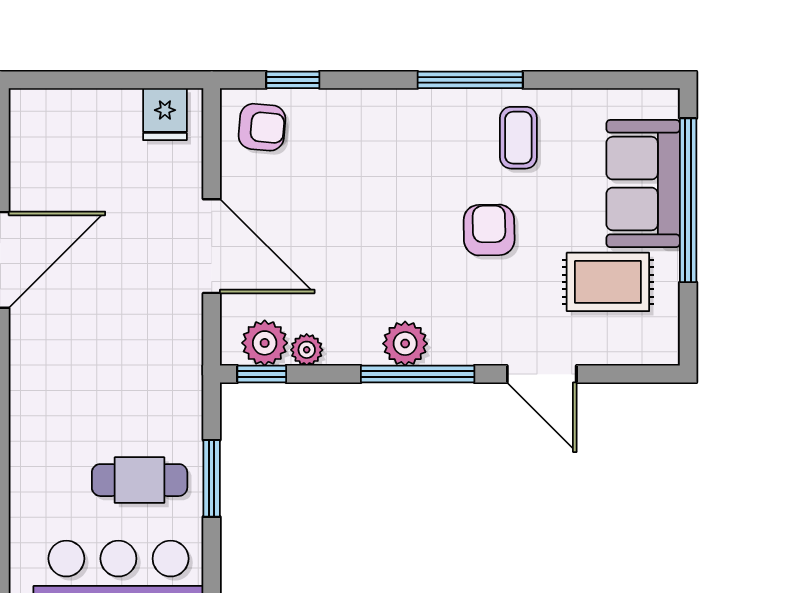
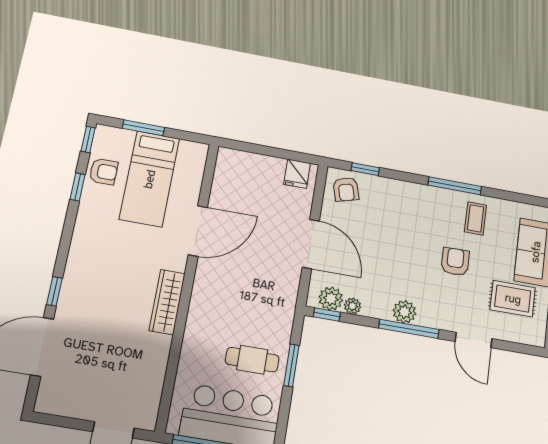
armchair: (262, 127) -> (346, 189), turned 69

